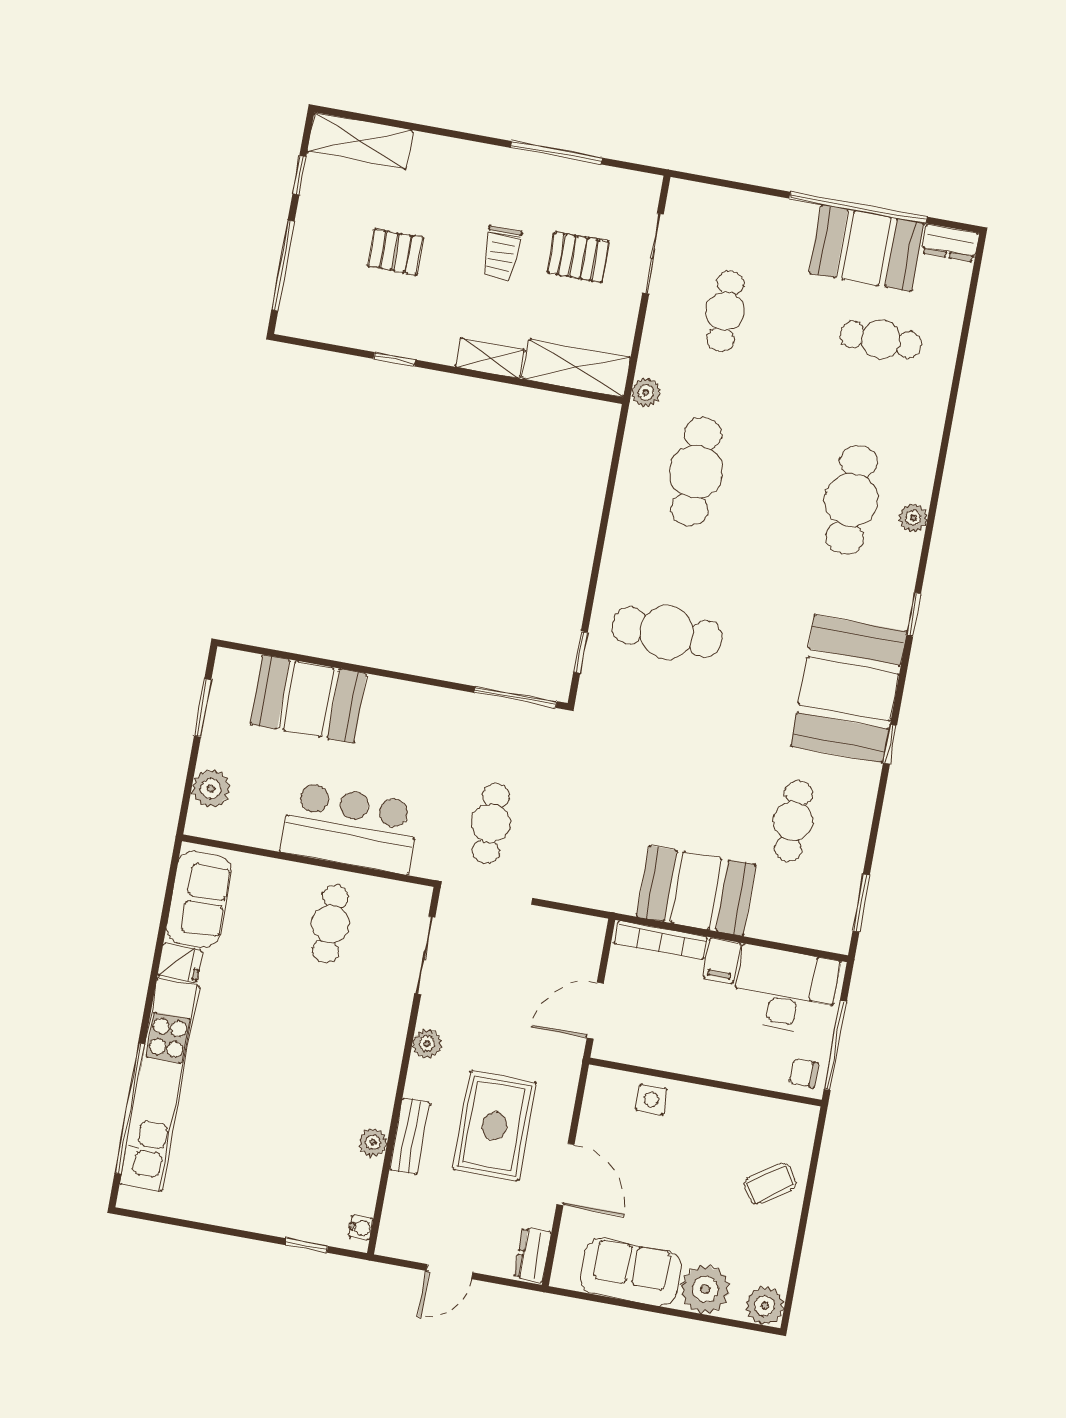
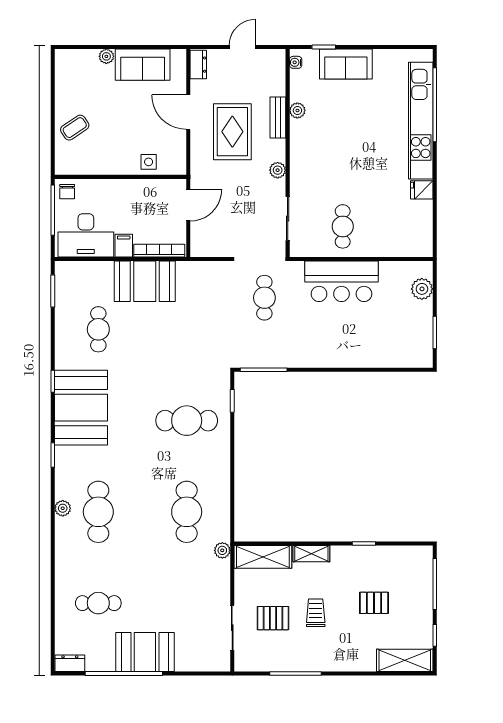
booth: (866, 248) -> (145, 652), moved
cafe table: (725, 311) -> (187, 603), removed
booth: (308, 699) -> (377, 348), removed
sofa: (199, 899) -> (346, 64), moved, turned -90
chair: (804, 1073) -> (67, 192), turned 90
plant: (705, 1289) -> (106, 56), width x0.53, depth x0.53
plant: (765, 1306) -> (65, 60), removed

